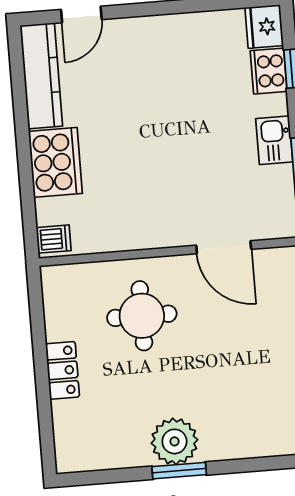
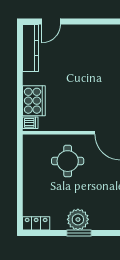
cooker: (55, 162) -> (34, 101), moved
locker: (62, 370) -> (36, 223), moved, turned -90

